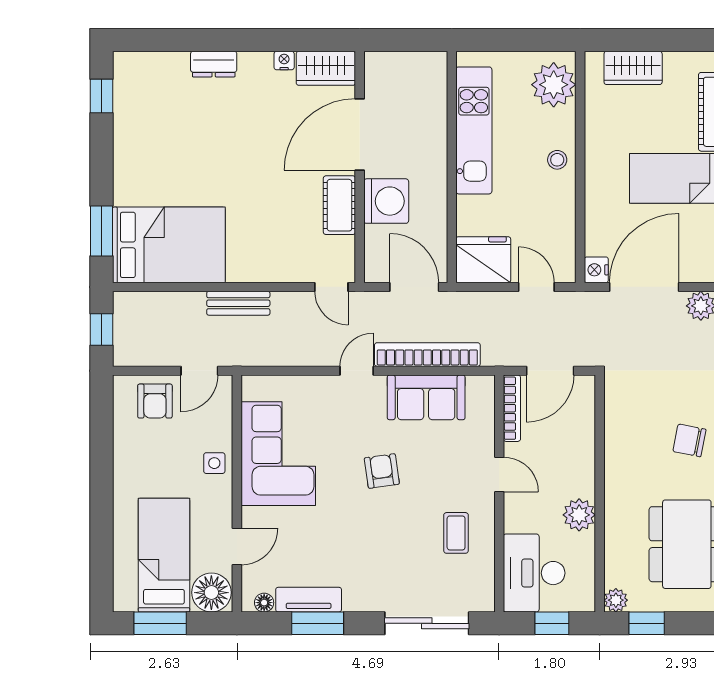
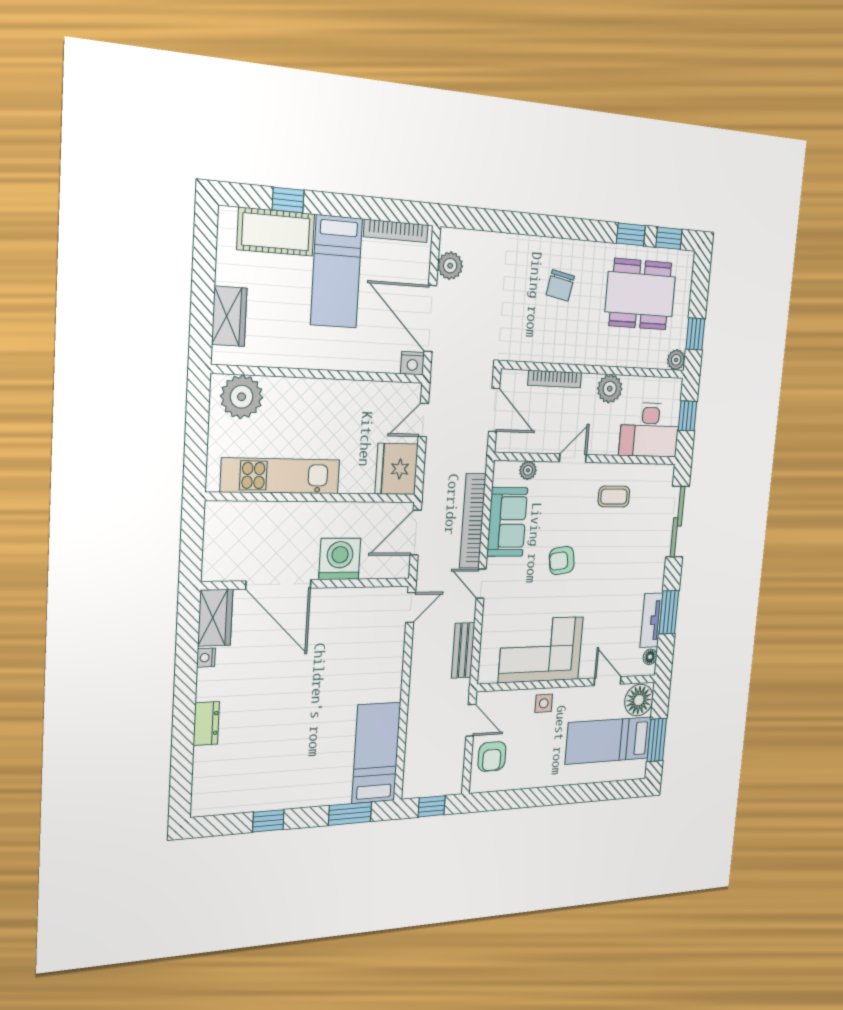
window: (101, 96) -> (268, 821), moved
stool: (557, 160) -> (312, 396), removed
cot: (339, 205) -> (341, 602), removed
bed: (169, 245) -> (376, 753), width x0.67
bench: (238, 303) -> (463, 650), moved
armchair: (155, 401) -> (492, 756), turned 90
bookcase: (512, 408) -> (555, 379), moved, turned 180
plant: (484, 418) -> (528, 470), added

